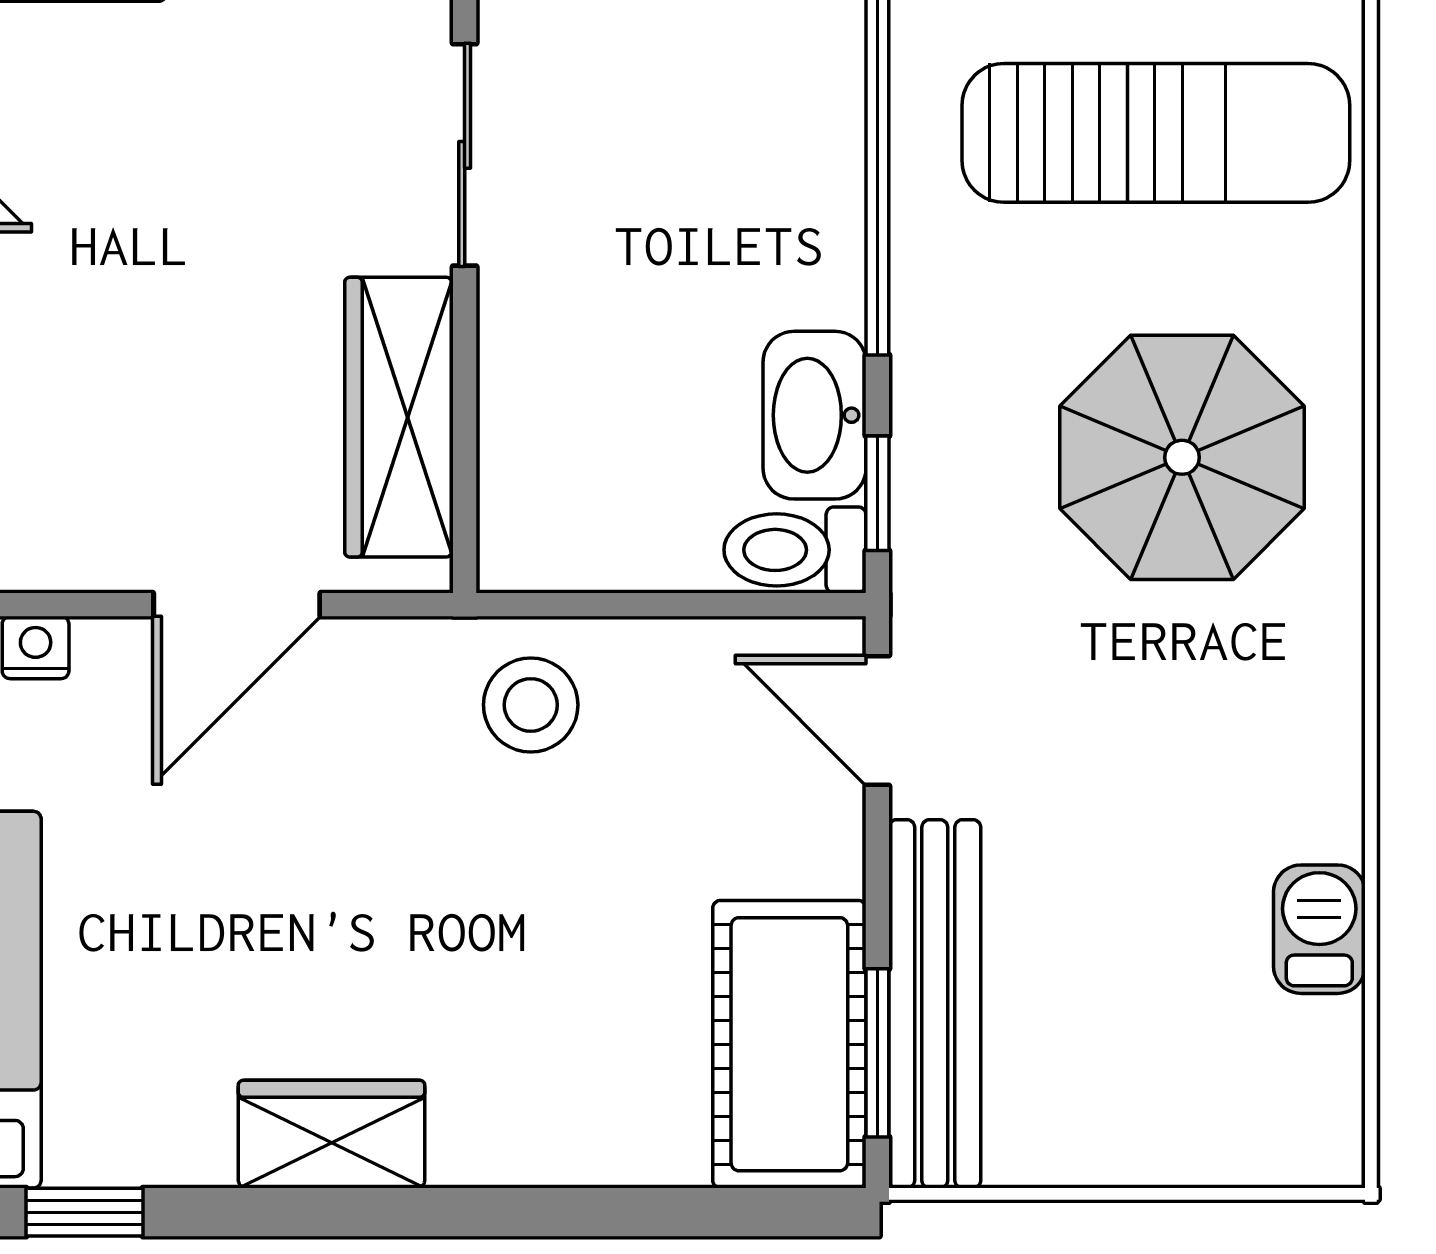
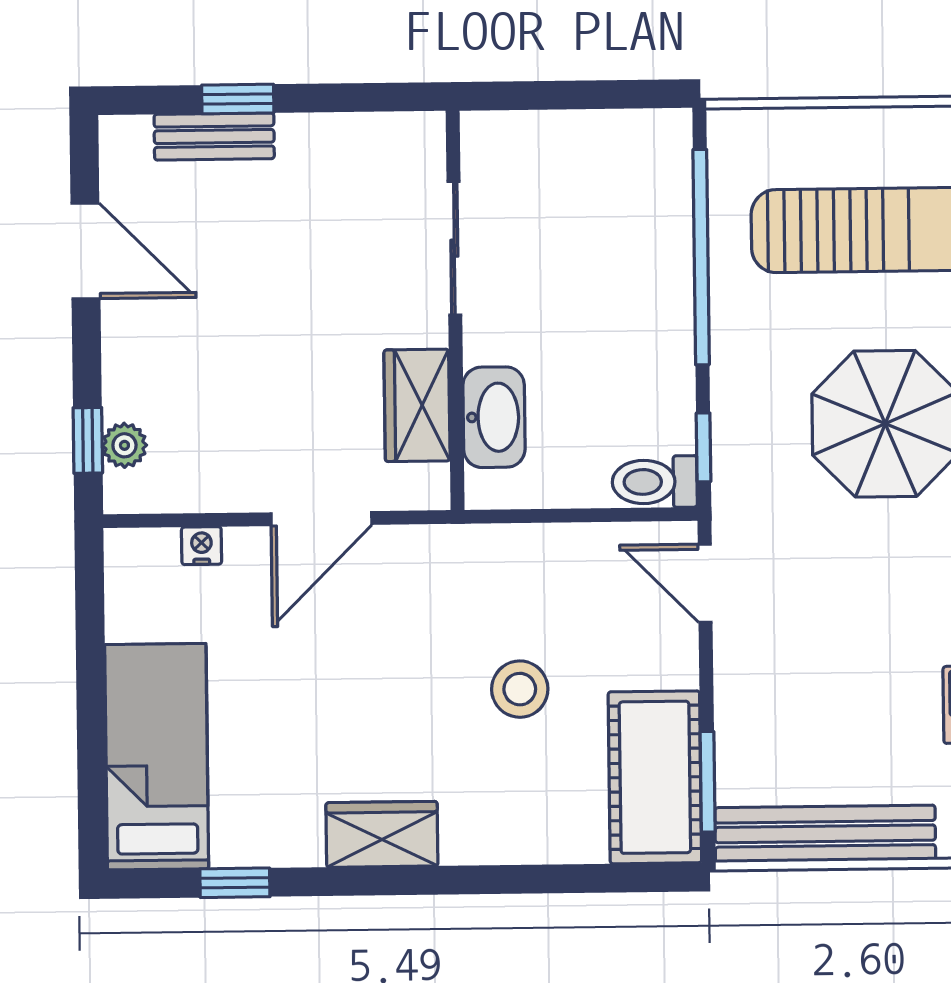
washbasin: (815, 415) -> (494, 417), moved, turned 180
wardrobe: (399, 417) -> (417, 405), width x0.67
stool: (531, 705) -> (520, 689), moved
bench: (935, 1004) -> (825, 834), moved, turned 90

